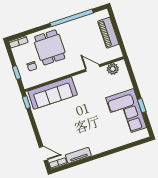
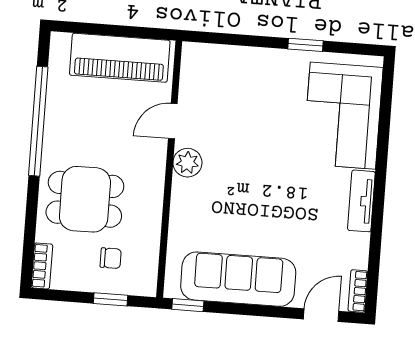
piano: (108, 33) -> (120, 58), width x1.37, depth x1.33
plant: (113, 69) -> (187, 163), moved
sofa: (53, 93) -> (238, 279), moved, turned -90
corner sofa: (126, 113) -> (343, 116), moved, turned 90
tv unit: (78, 155) -> (361, 201), moved

